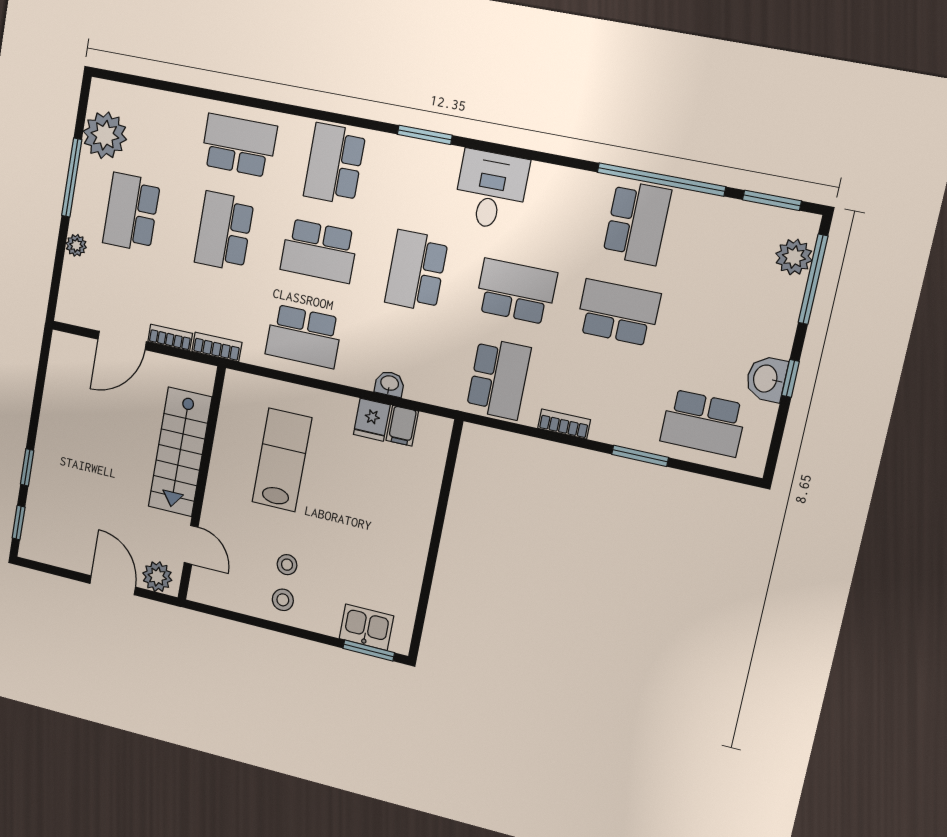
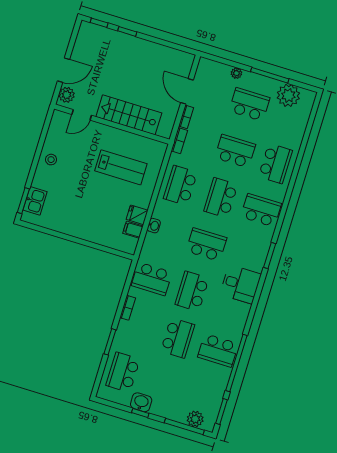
school desk: (516, 291) -> (192, 291), turned 180
stool: (287, 565) -> (69, 164), removed

